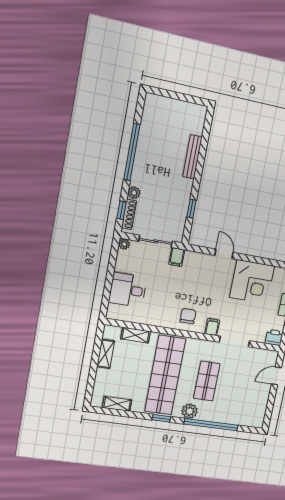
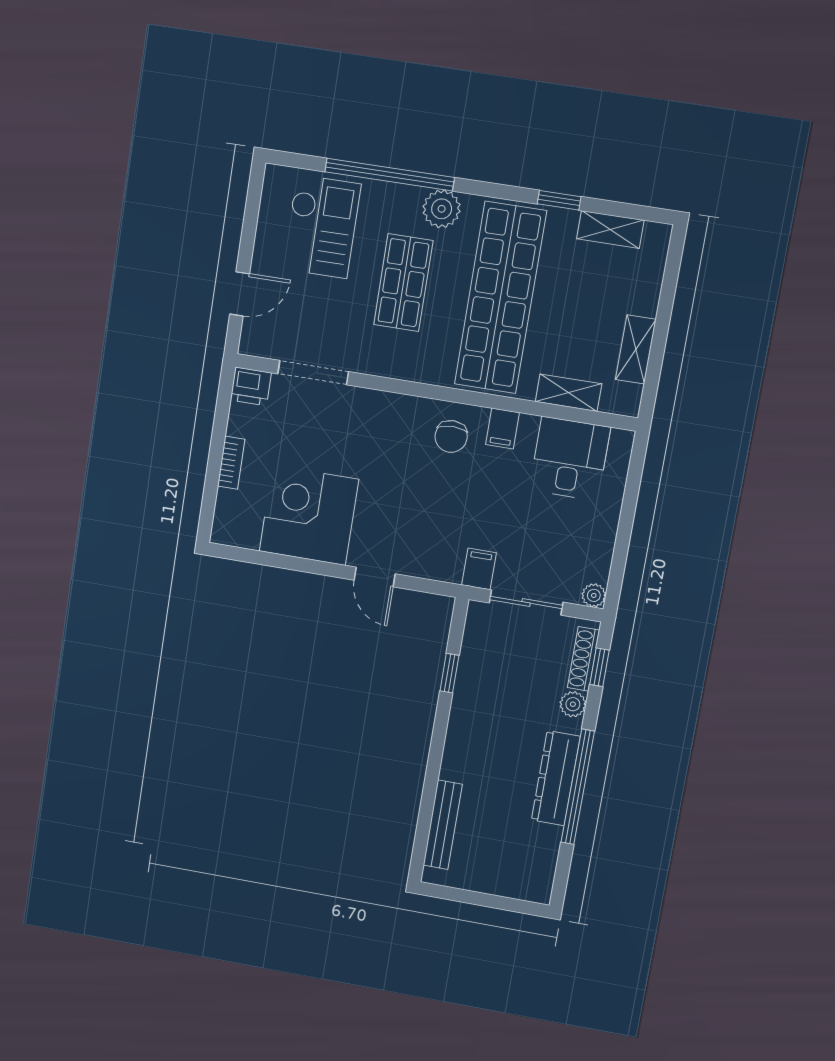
dresser: (142, 157) -> (556, 778), added
bench: (192, 157) -> (443, 825), moved
desk: (128, 290) -> (570, 459), moved, turned -90
filing cabinet: (212, 327) -> (502, 429), moved
doorway: (234, 341) -> (313, 373), moved
checkout: (240, 404) -> (322, 227), added
window: (161, 418) -> (559, 200), moved

